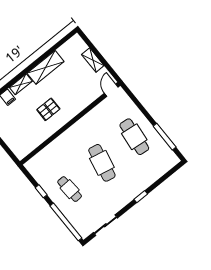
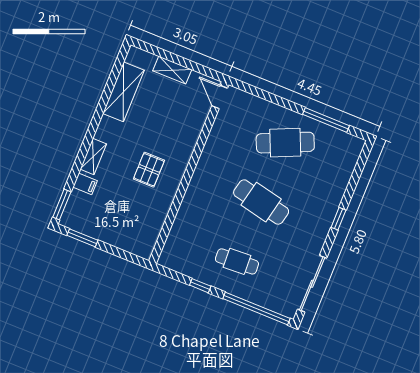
shelving: (46, 67) -> (123, 92), moved
cafe table: (134, 137) -> (285, 143), turned -30
sliding door: (105, 225) -> (312, 284), width x1.37

